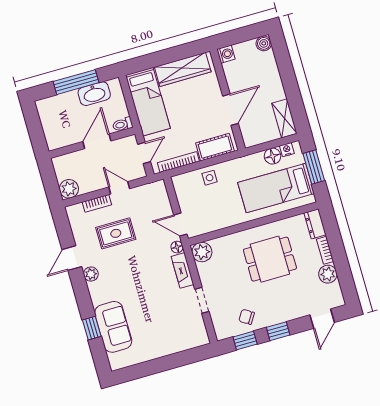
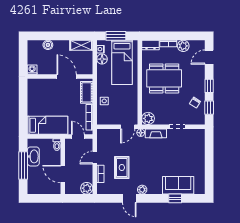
boiler: (264, 43) -> (48, 45), moved
wardrobe: (183, 69) -> (34, 99), removed
door: (97, 141) -> (63, 174), moved
dining table: (270, 259) -> (164, 78), width x1.38
door: (322, 319) -> (209, 57), swing flipped

